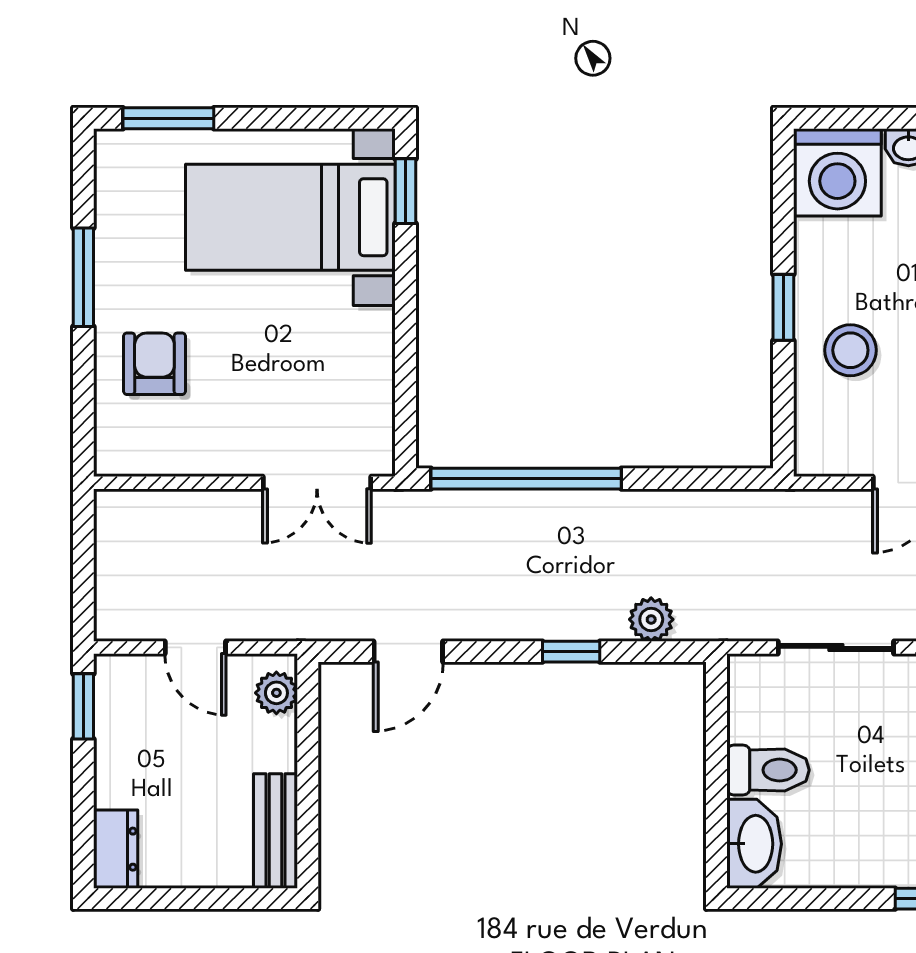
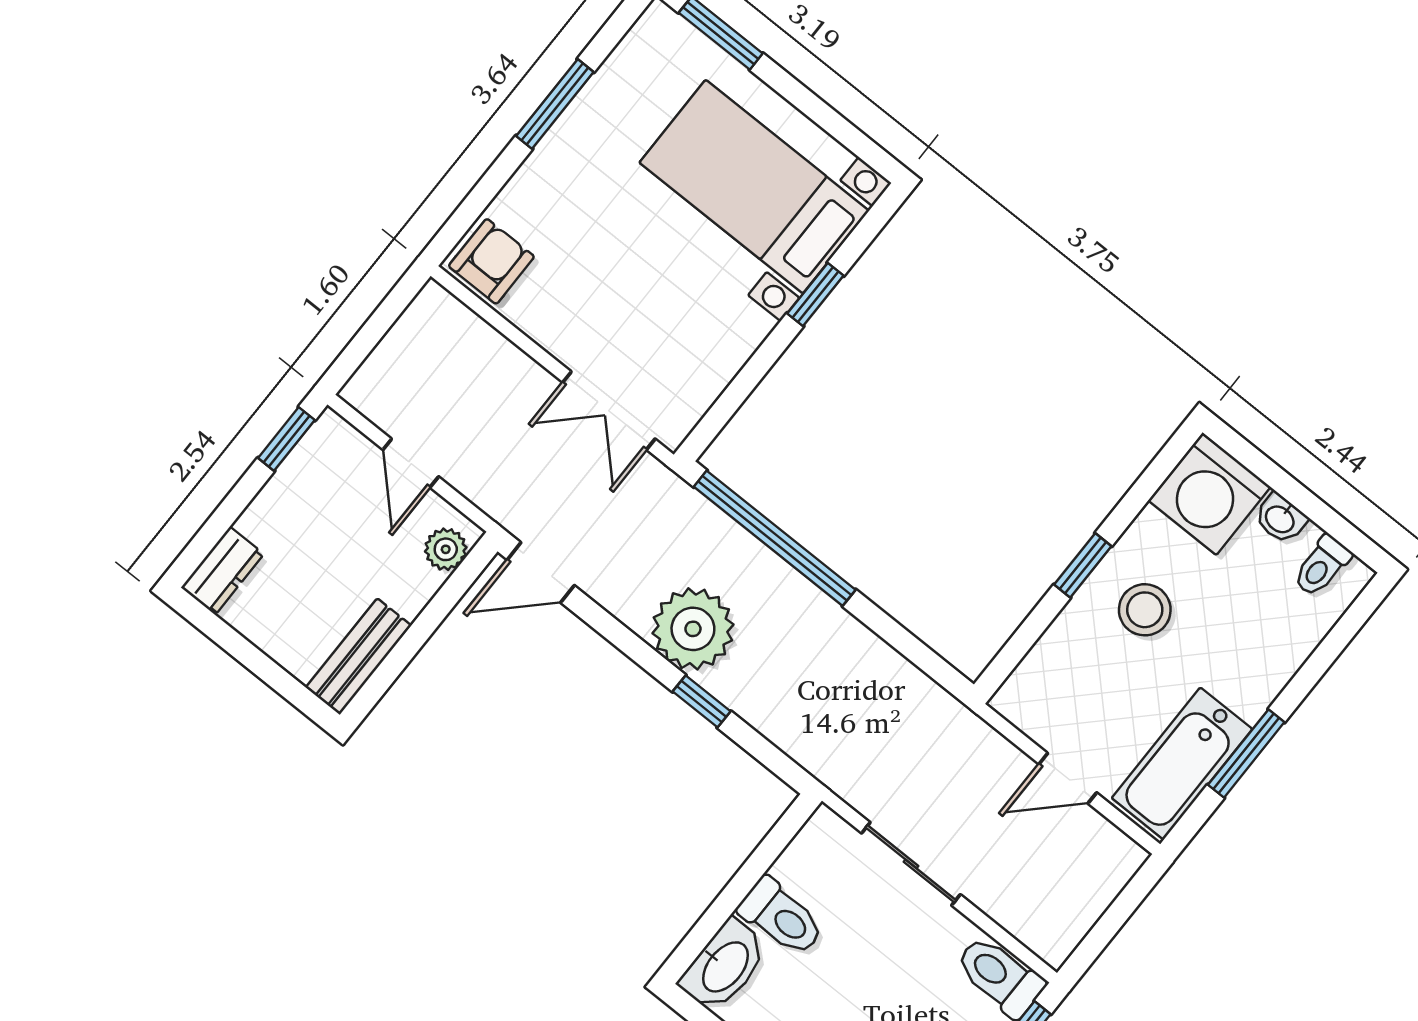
window: (406, 191) -> (815, 294), moved
stool: (850, 350) -> (1145, 610), moved
armchair: (154, 364) -> (491, 261), moved
plant: (651, 619) -> (693, 629), moved, width x1.88, depth x1.88
door: (408, 652) -> (541, 573), moved

